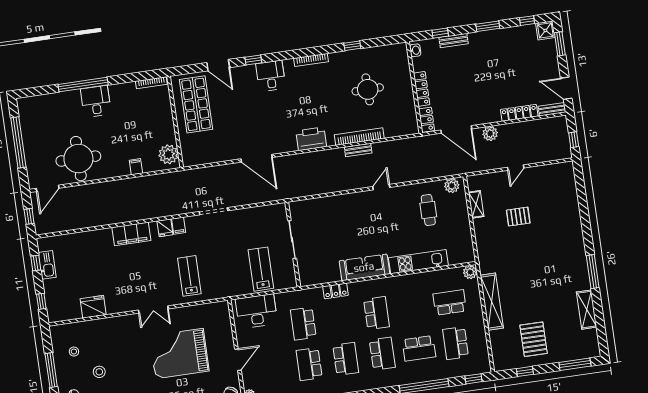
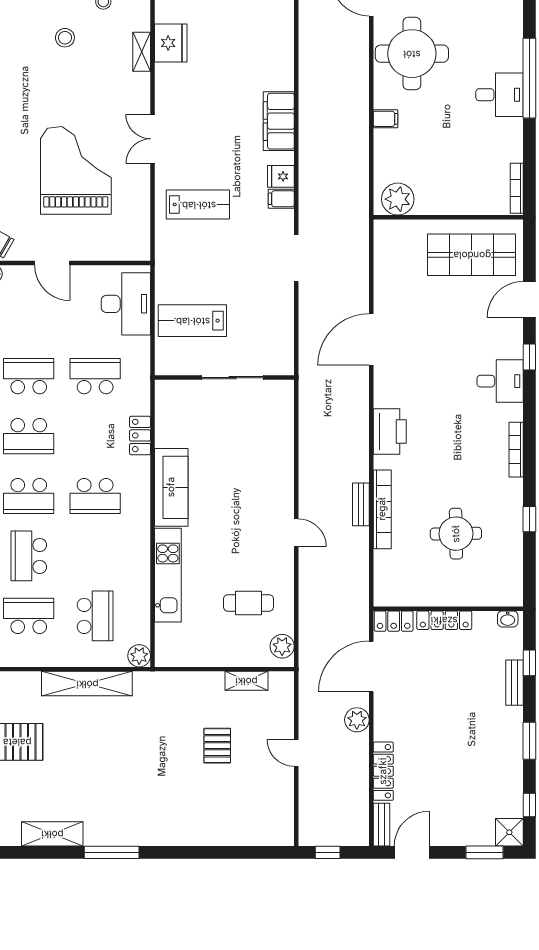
filing cabinet: (136, 167) -> (385, 119), moved
lab bench: (261, 269) -> (192, 321), turned 180
shelving: (101, 324) -> (142, 52), added

